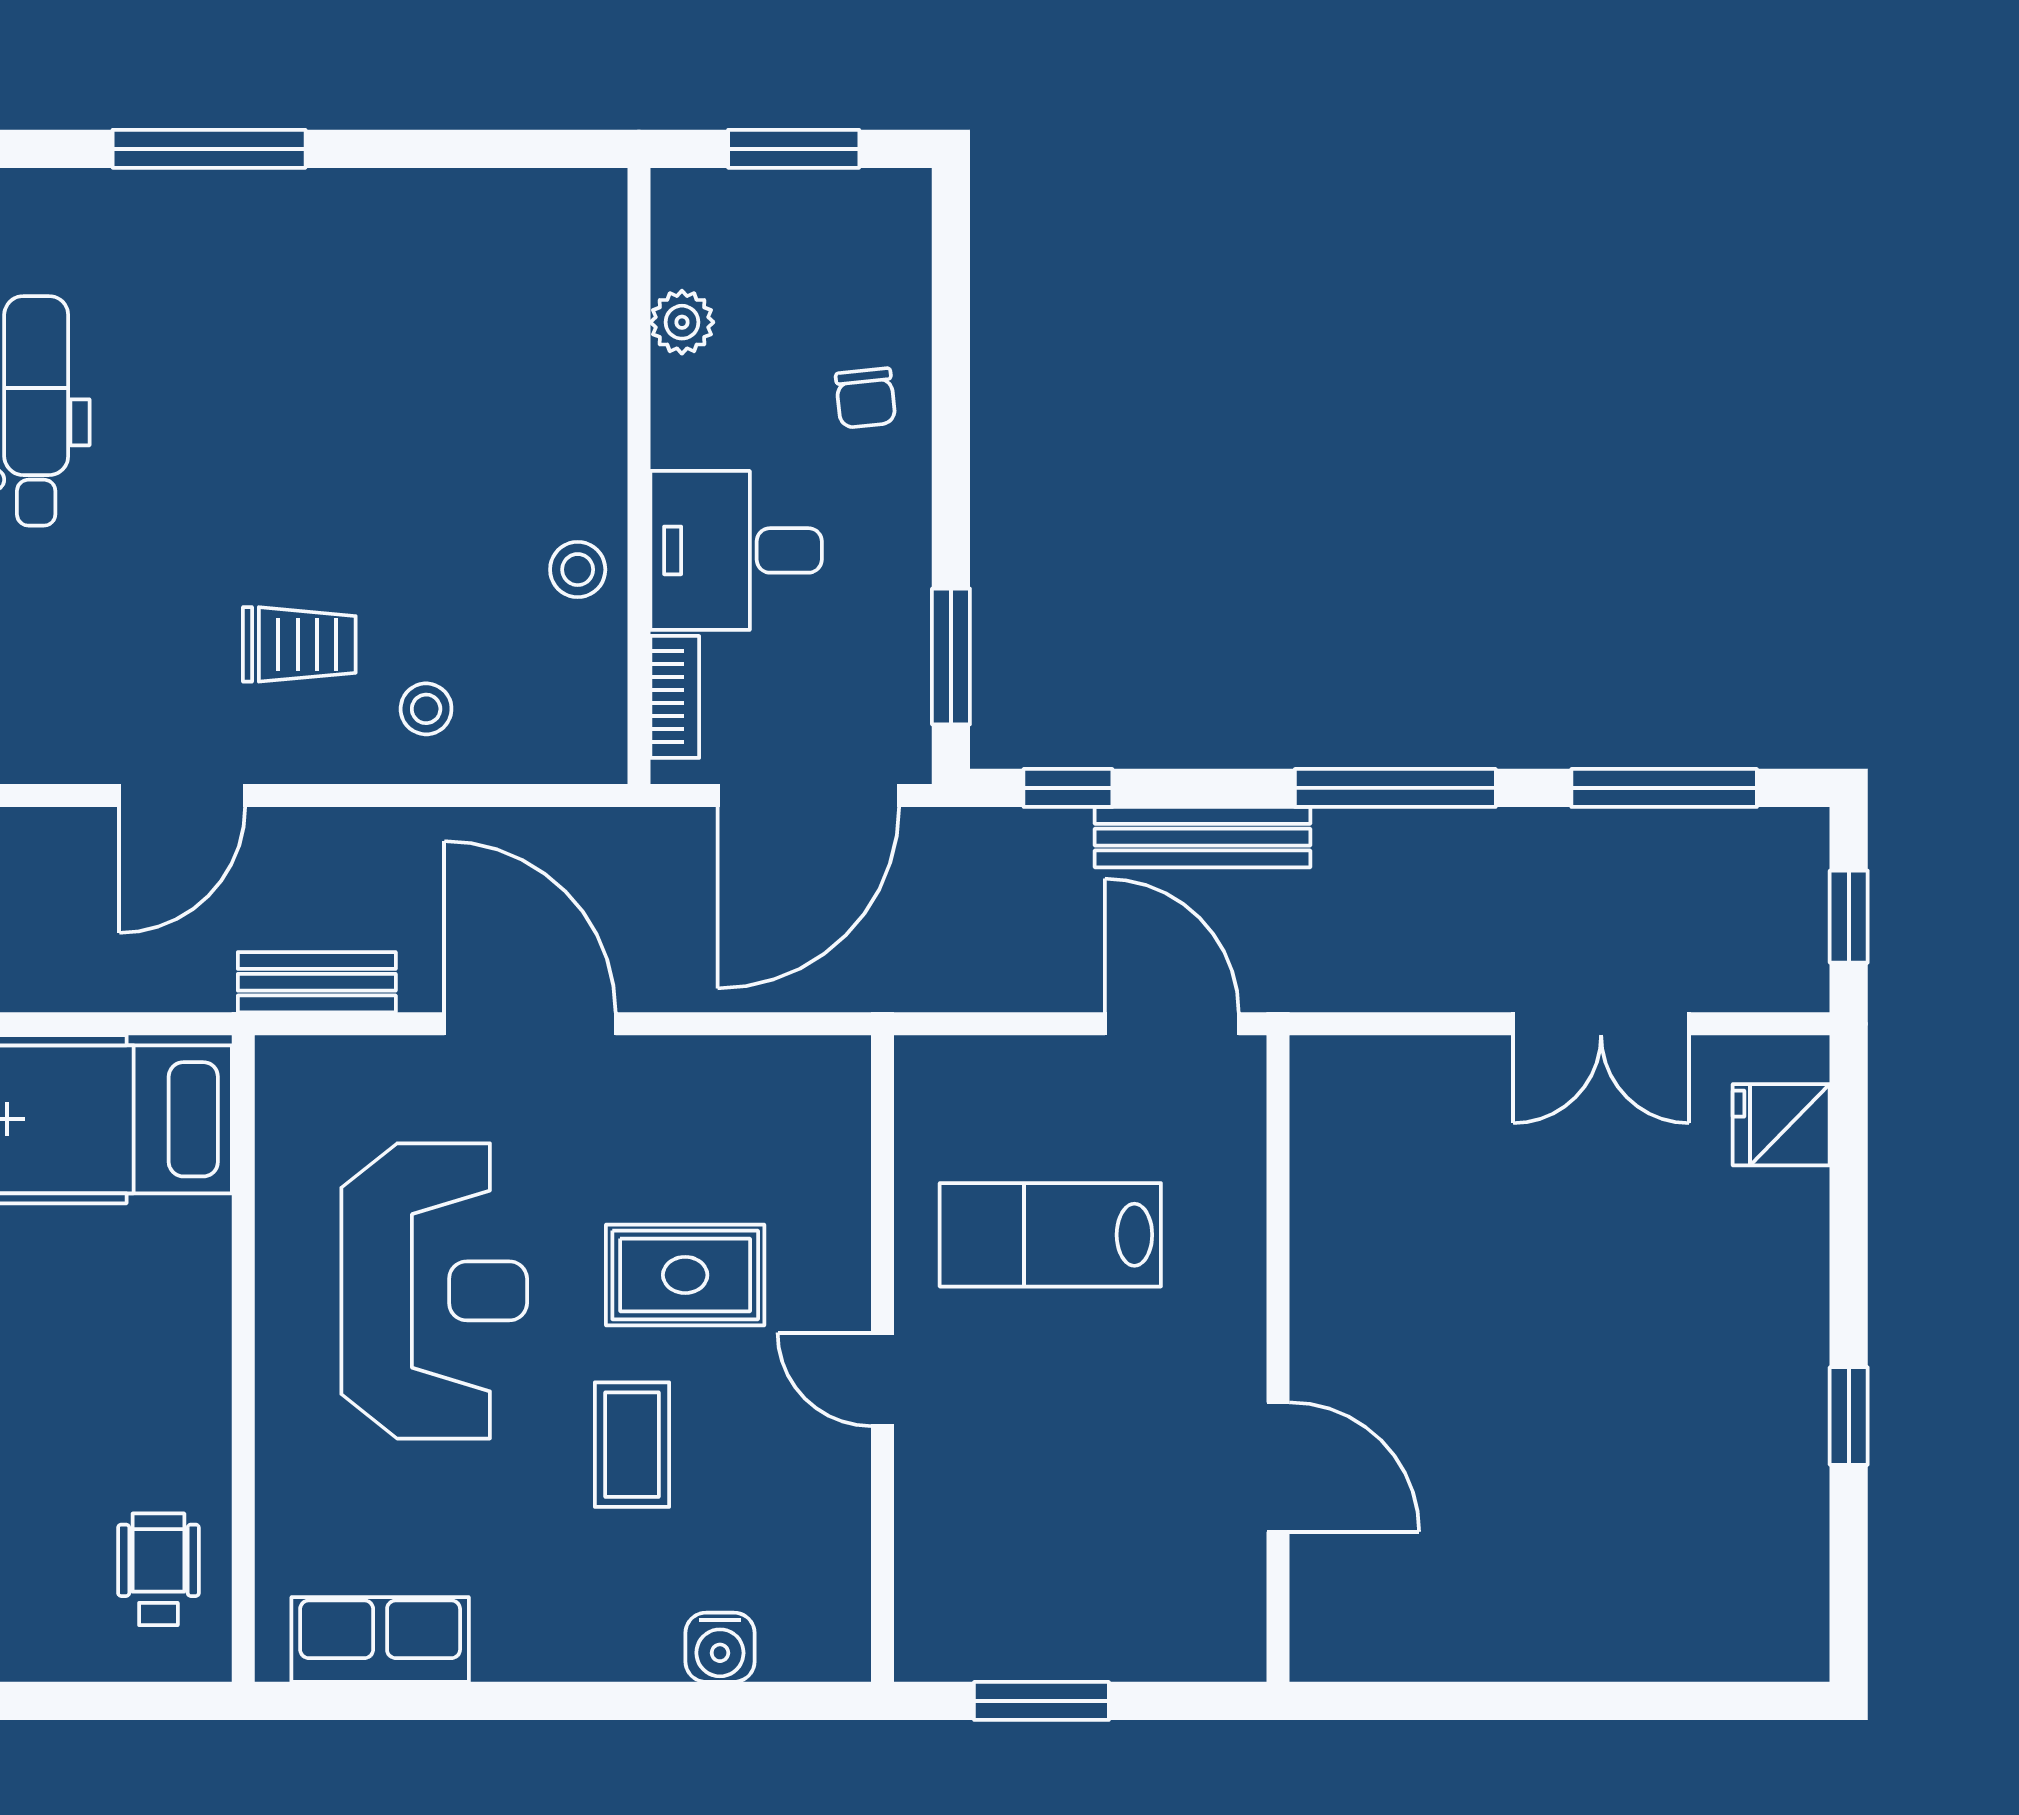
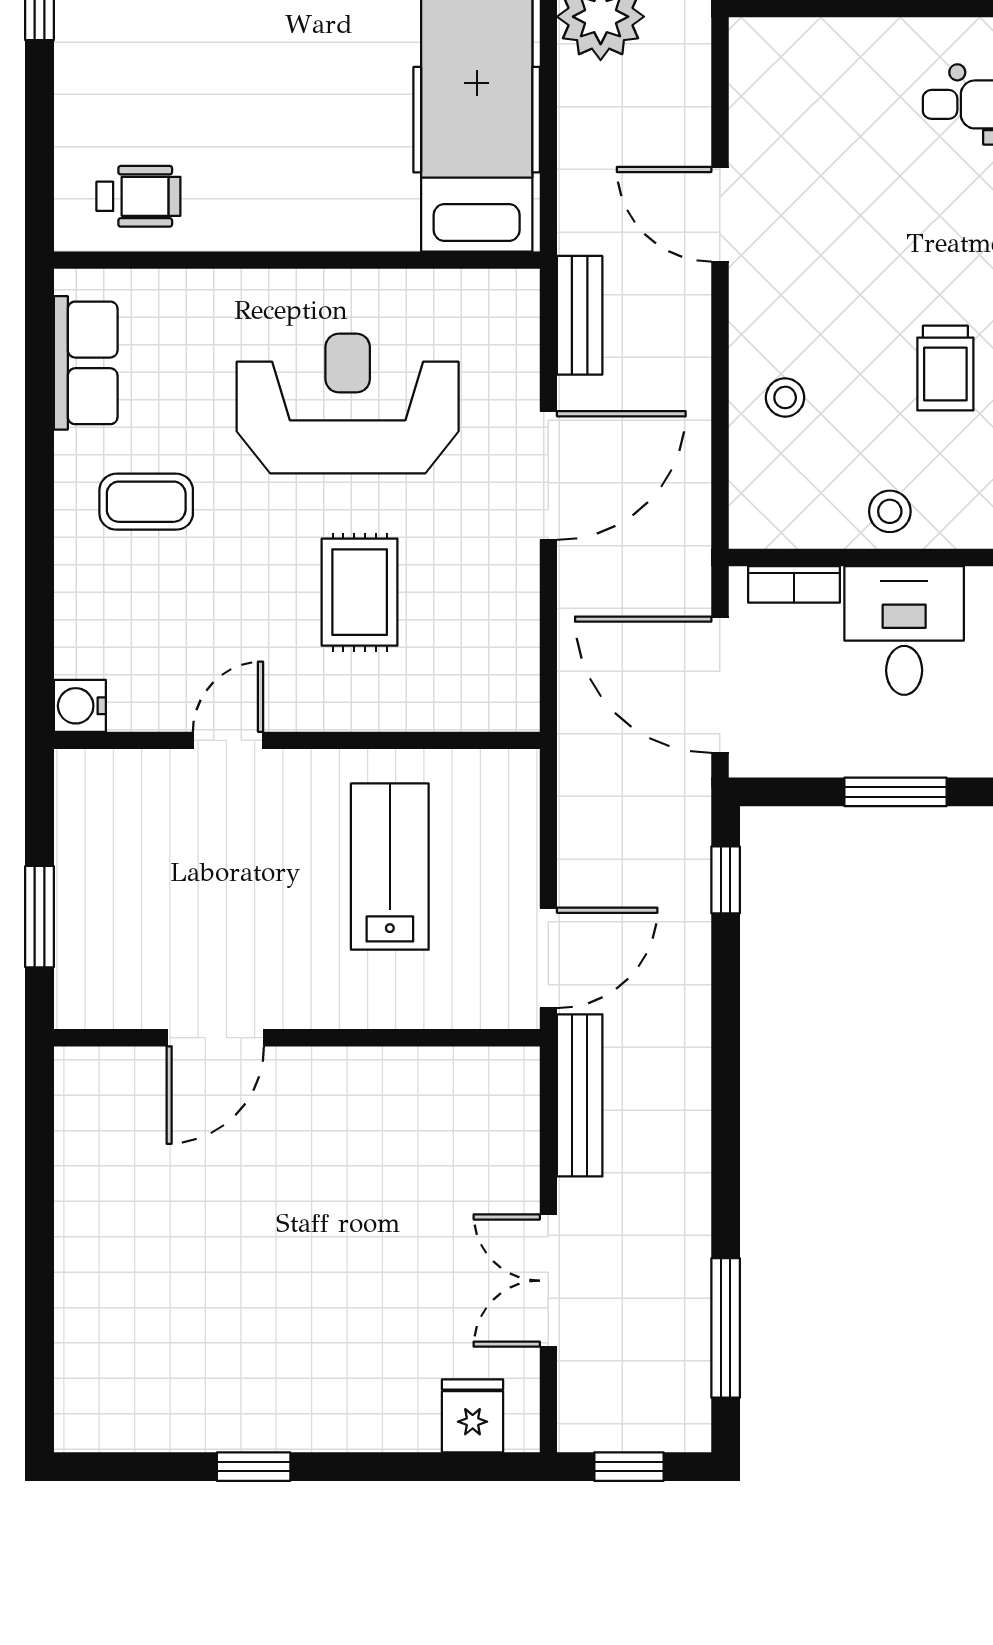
trolley: (299, 644) -> (945, 368), moved
window: (951, 657) -> (895, 792), moved
window: (1395, 788) -> (726, 1126), removed
bench: (1202, 837) -> (580, 1095), moved
reception desk: (434, 1291) -> (348, 404), turned 180
door: (882, 1379) -> (228, 740), moved
coffee table: (632, 1445) -> (146, 502), moved
water cooler: (720, 1647) -> (80, 706), moved
window: (1041, 1701) -> (40, 917), moved

